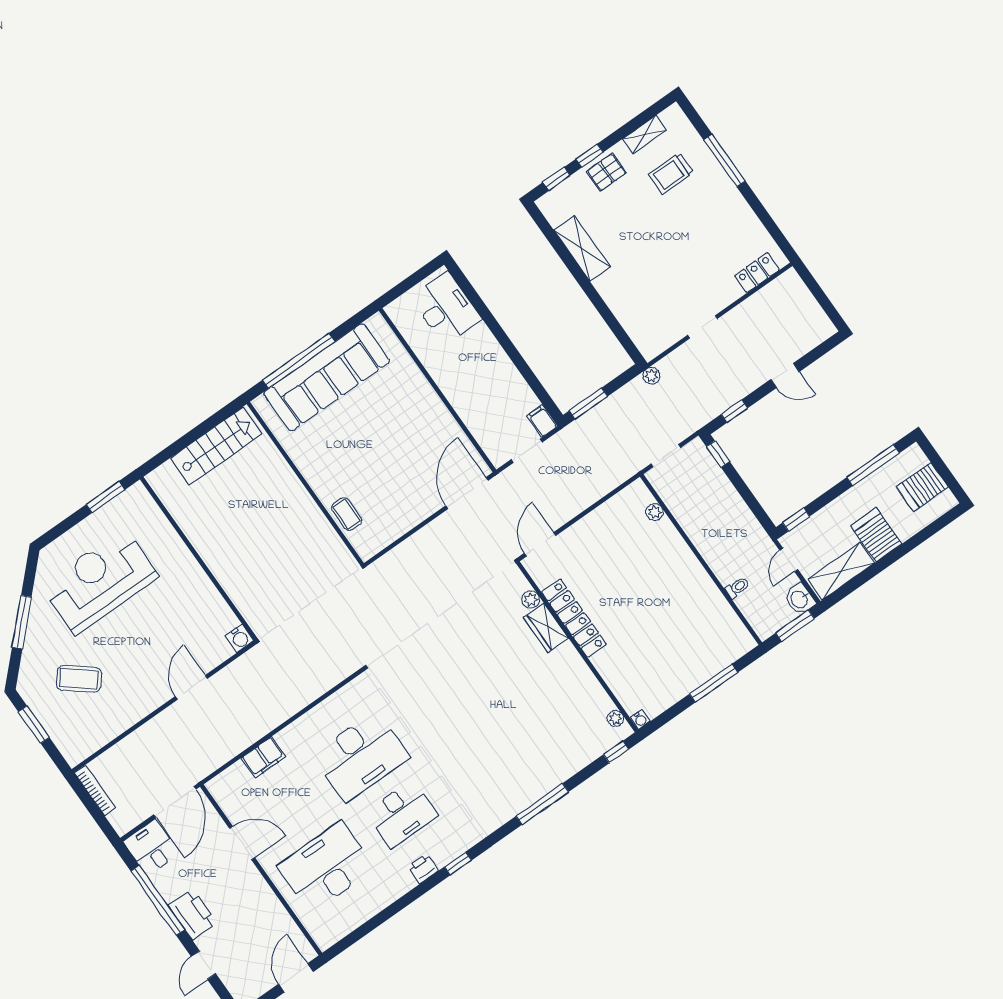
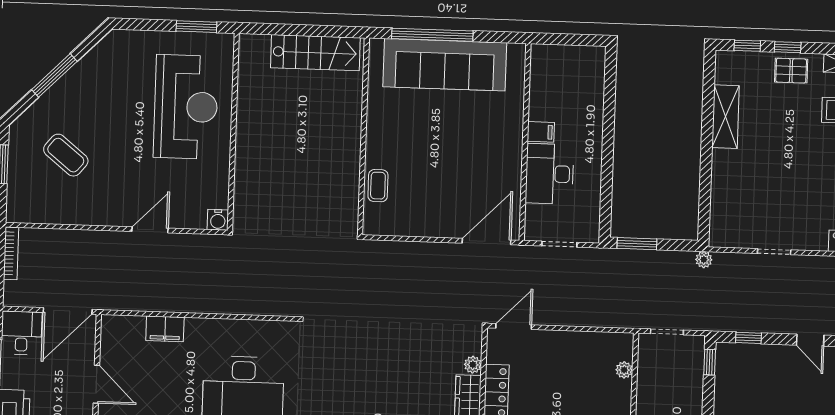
desk: (446, 308) -> (550, 174), moved, turned 180
filing cabinet: (542, 421) -> (541, 132), moved, turned 90
reception desk: (100, 581) -> (186, 107), moved, turned 90

